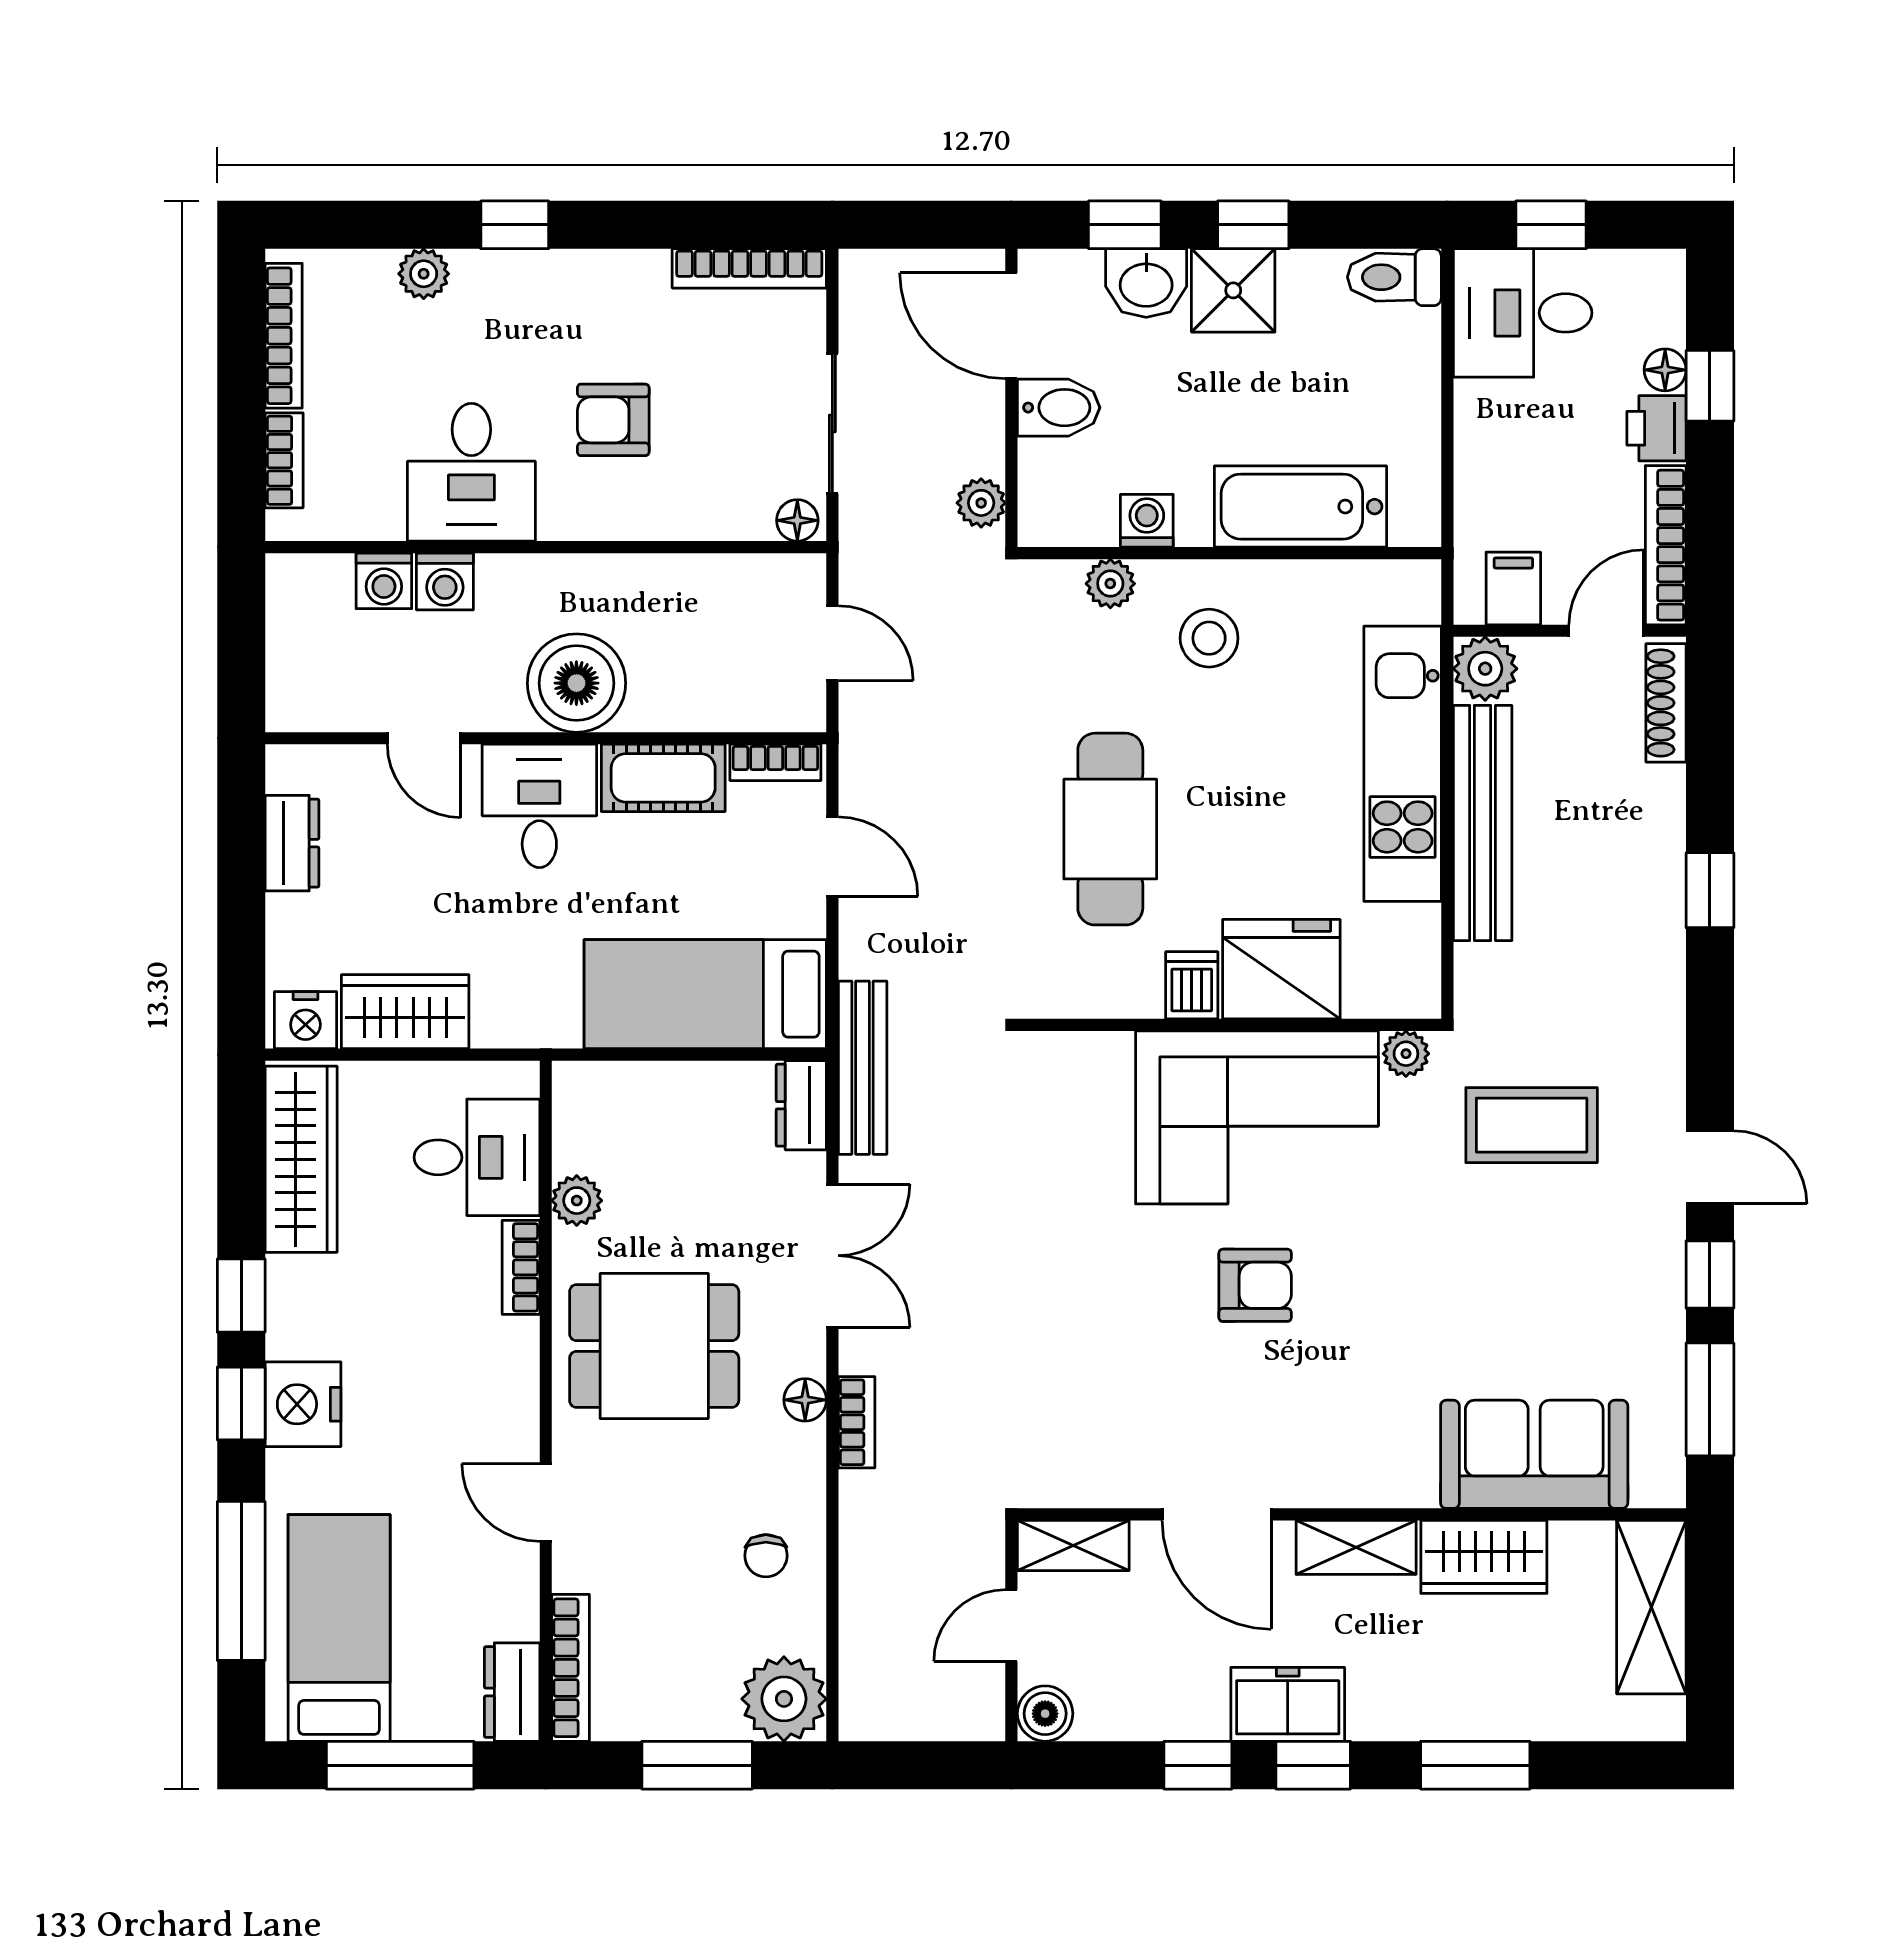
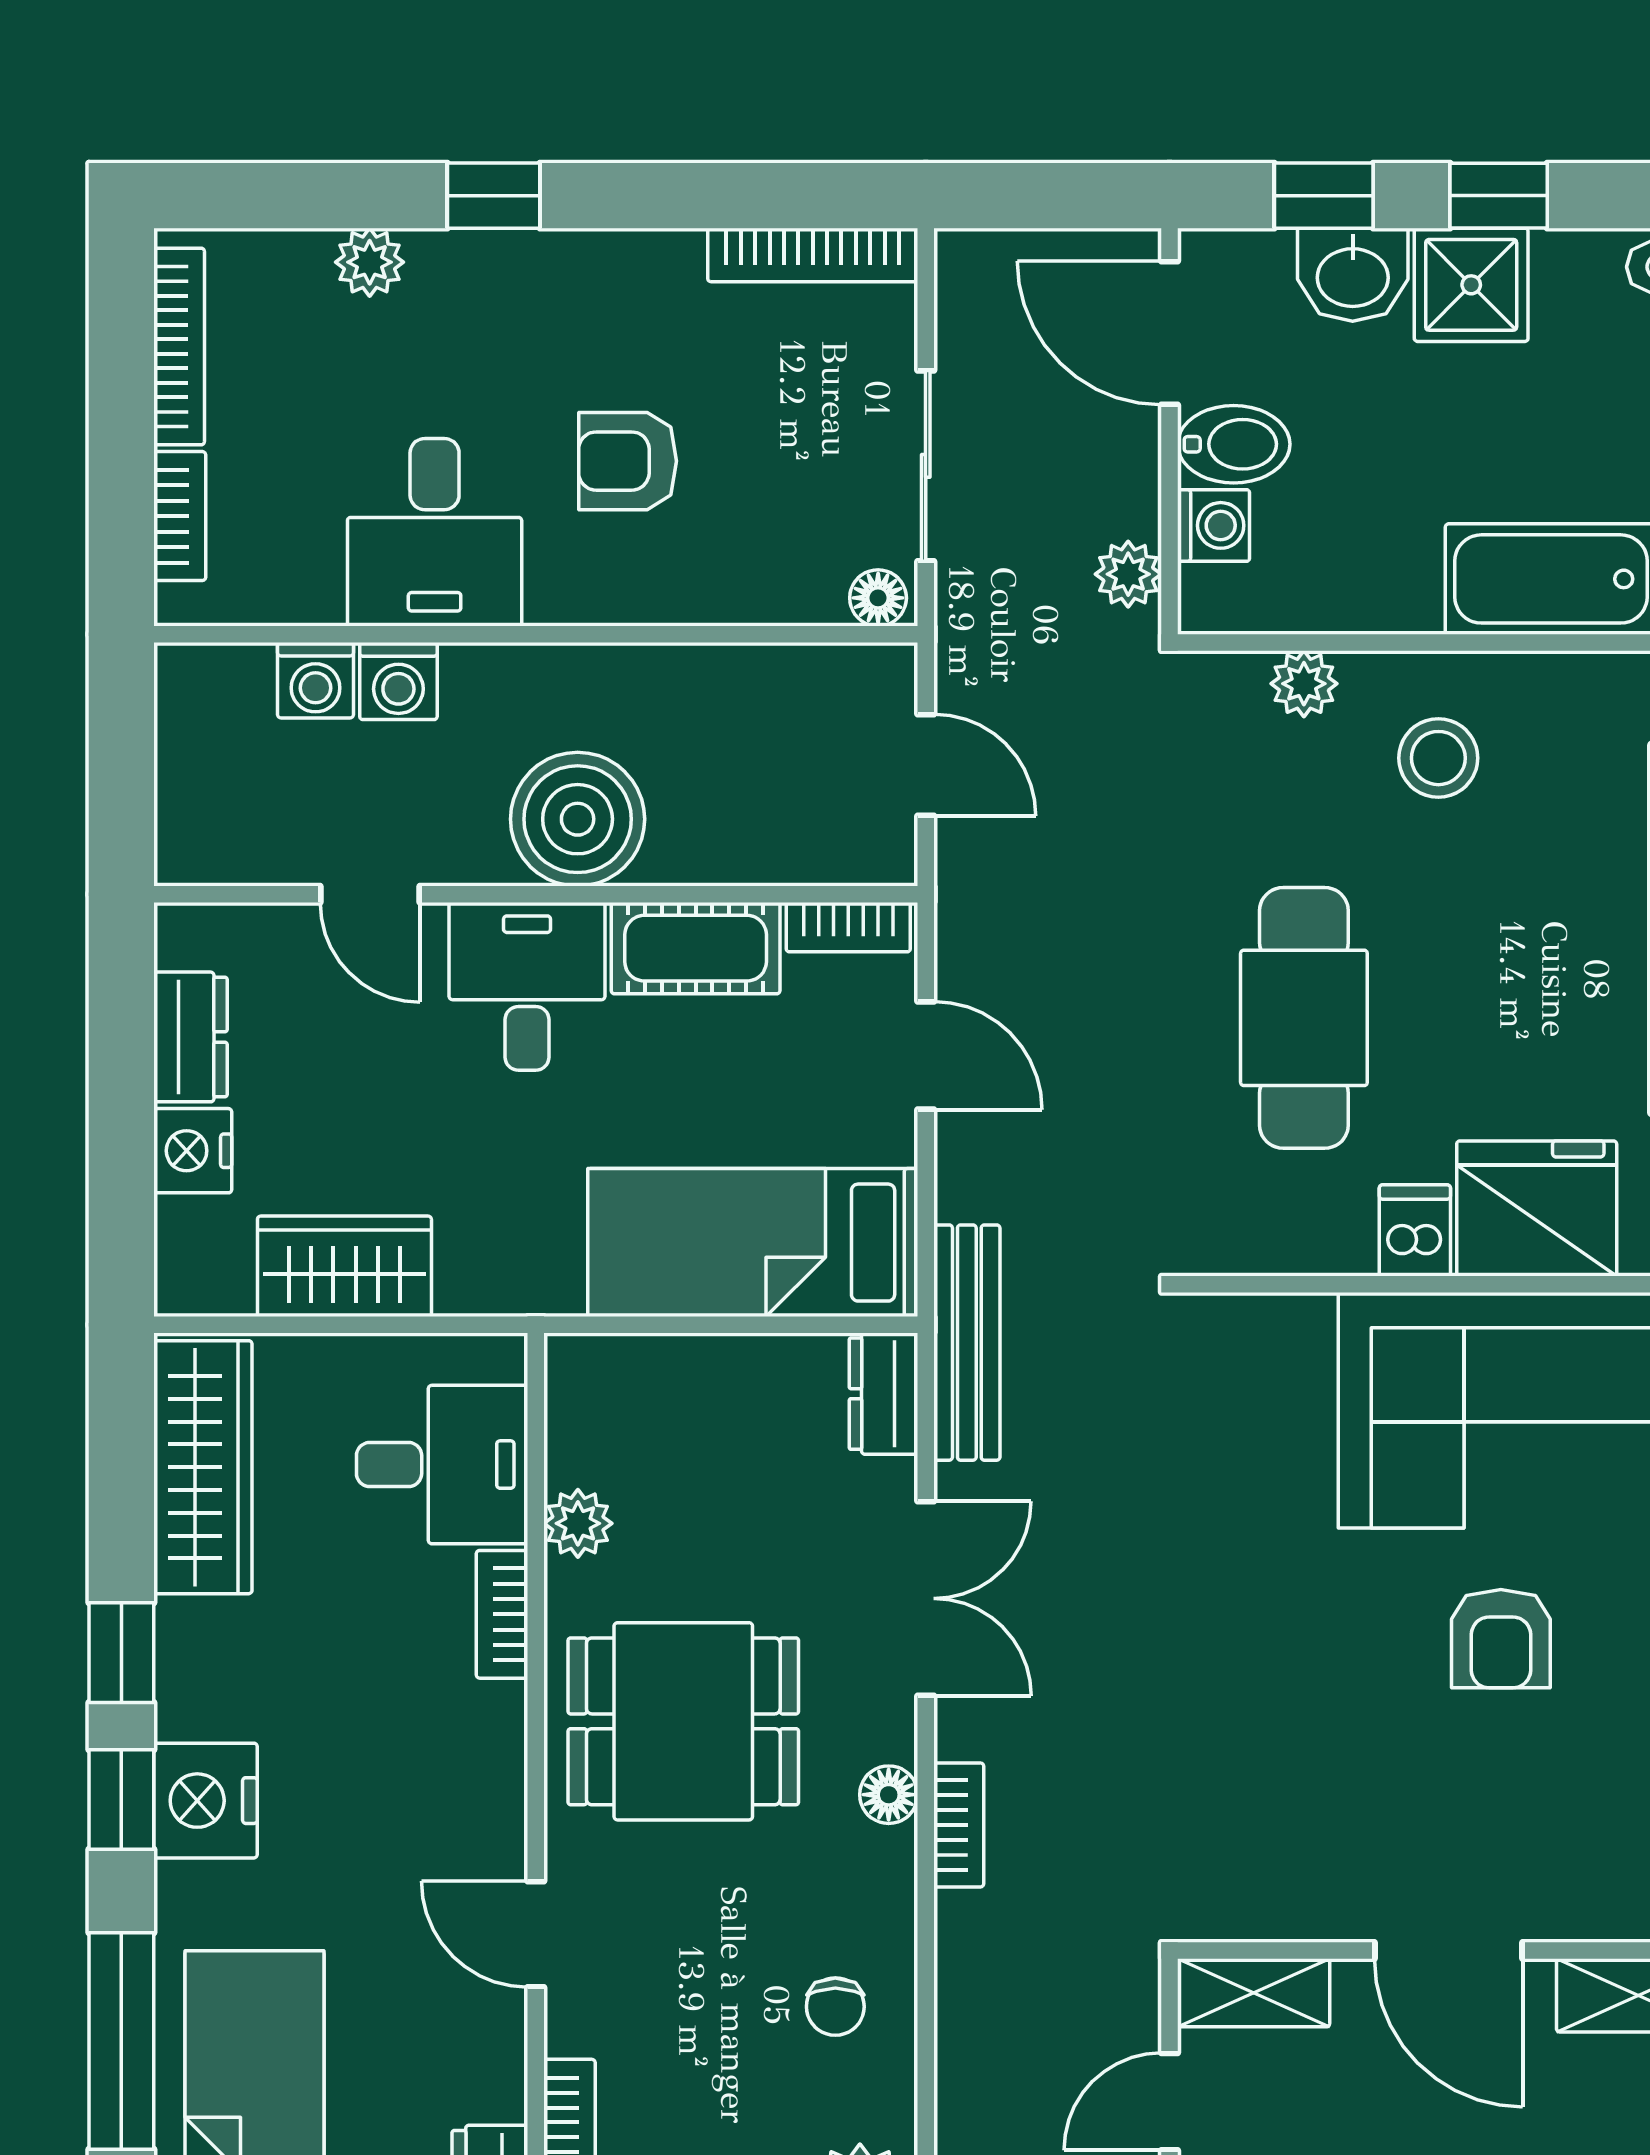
washing machine: (1147, 521) -> (1214, 525), moved, turned 90
nightstand: (305, 1020) -> (193, 1151), moved, turned 90
armchair: (1255, 1285) -> (1501, 1639), turned 90

